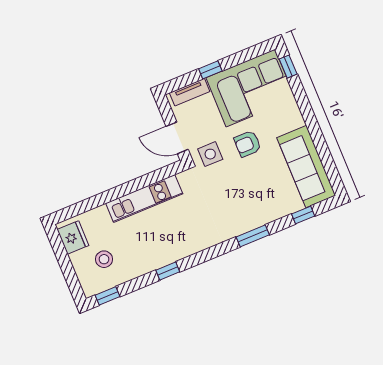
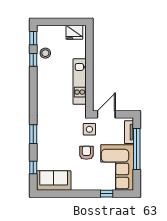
window: (288, 67) -> (107, 194), moved
window: (210, 70) -> (137, 149), width x3.17
sofa: (306, 167) -> (54, 180), width x0.73
stool: (104, 259) -> (45, 53), moved
window: (168, 271) -> (33, 60), moved

